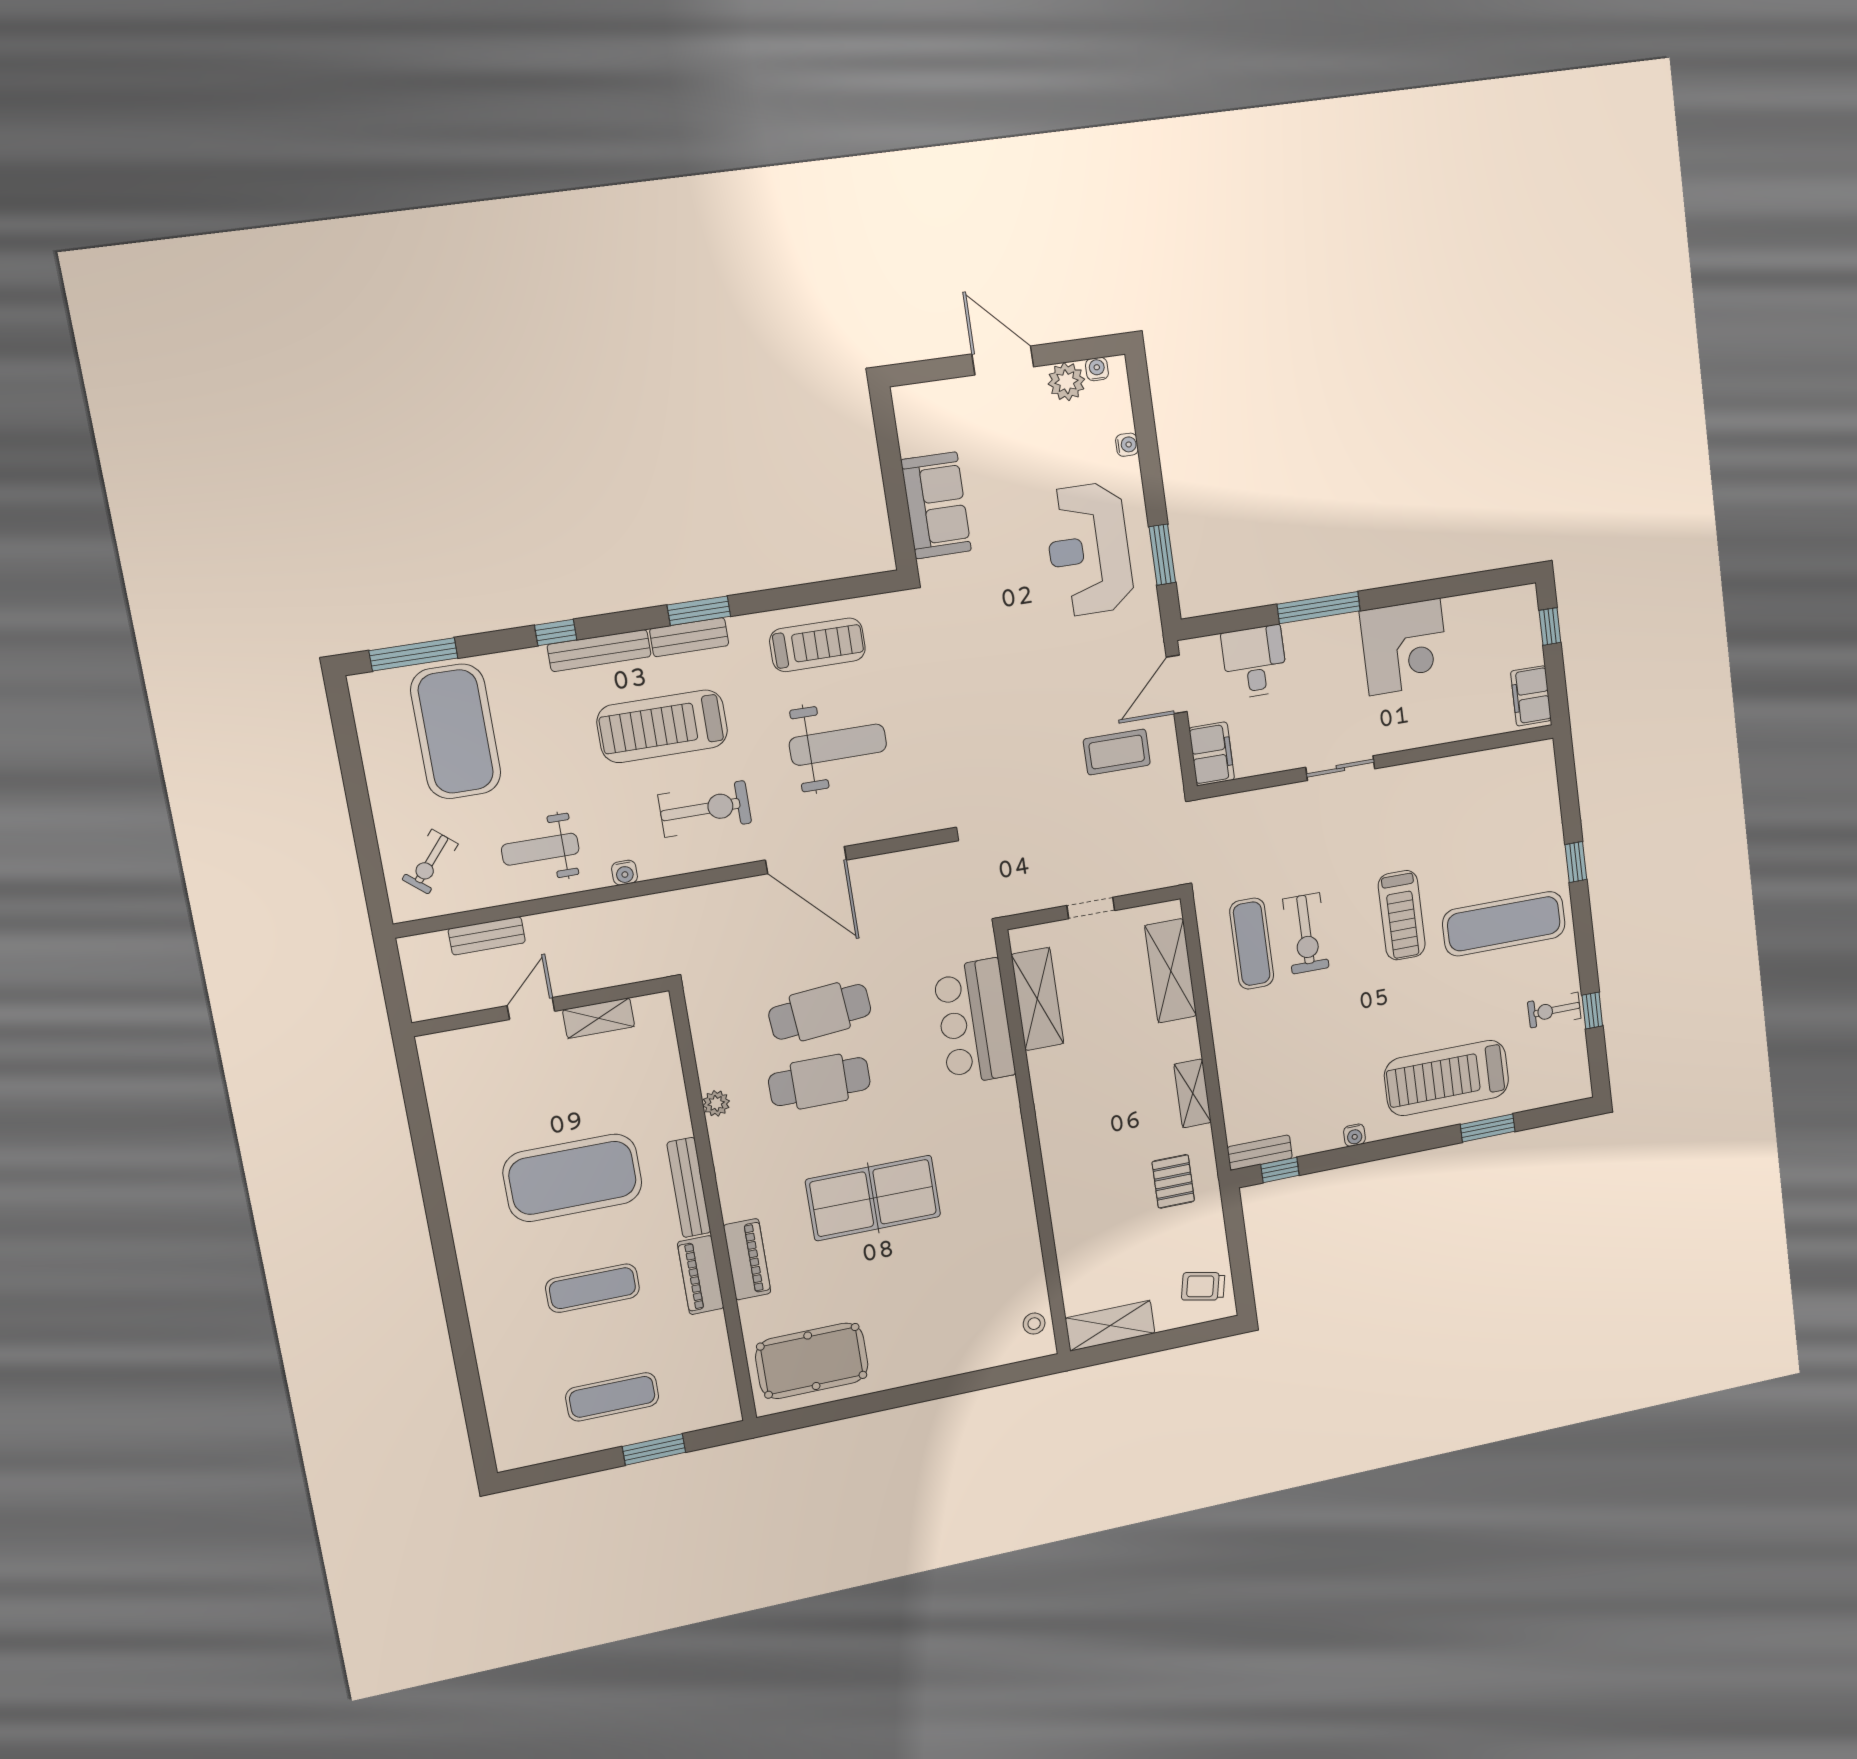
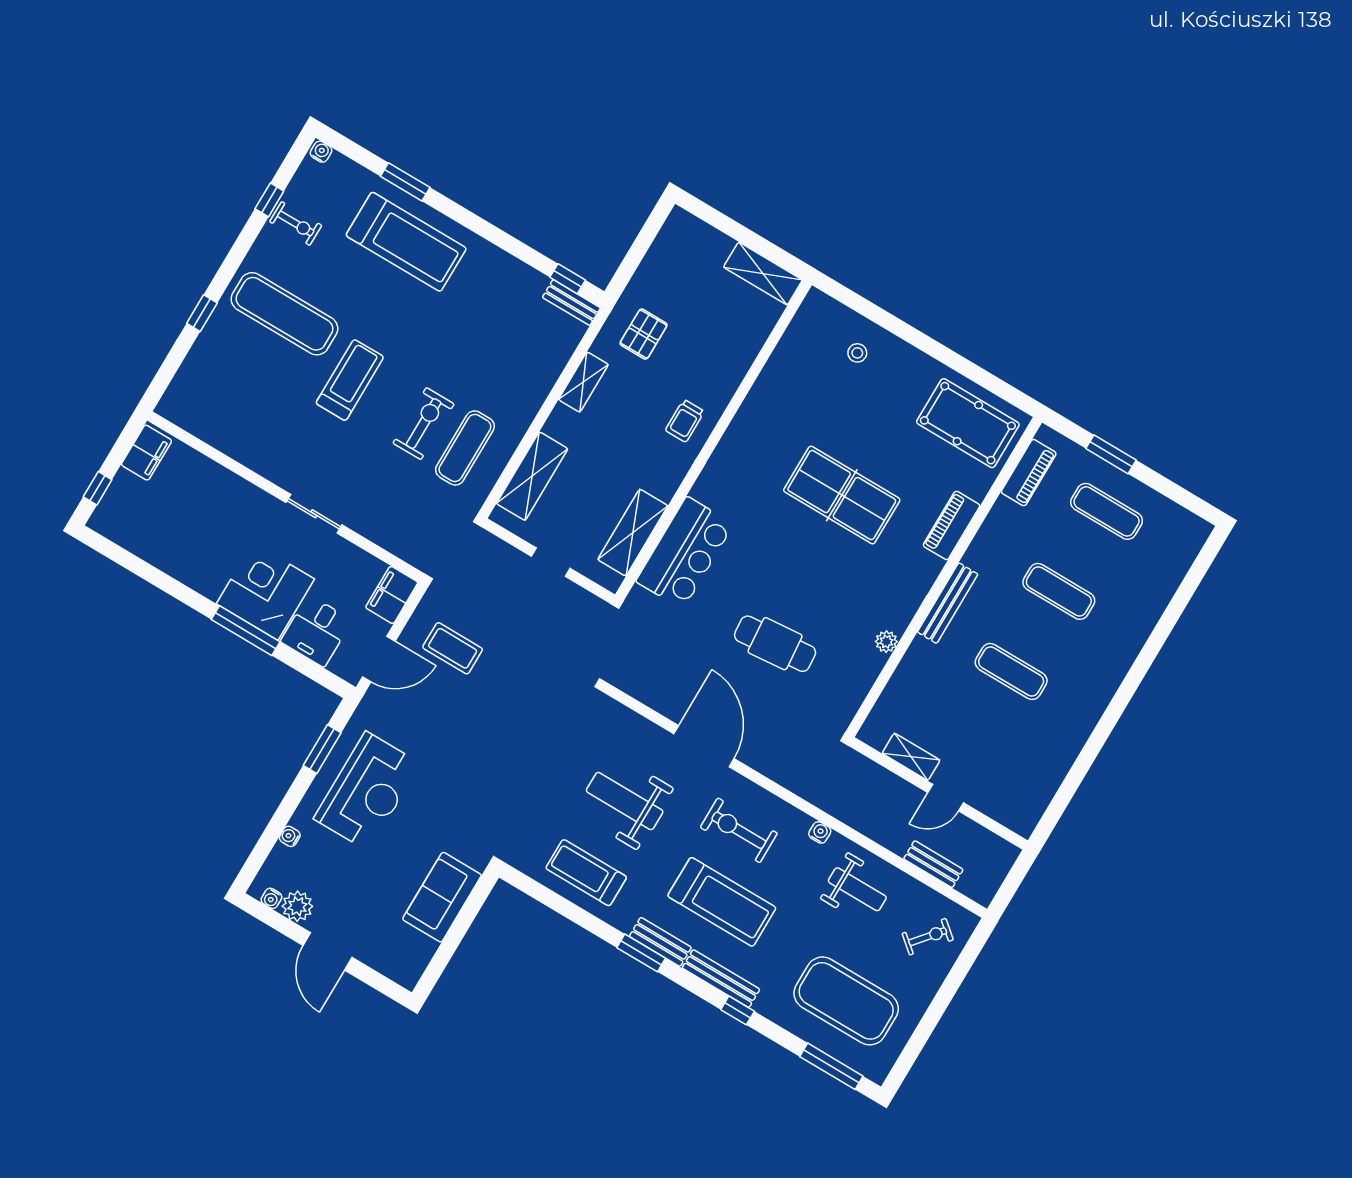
corner desk: (1405, 647) -> (265, 591), moved
exercise mat: (456, 731) -> (846, 1001), turned 90
cafe table: (819, 1082) -> (812, 600), removed
water cooler: (1354, 1135) -> (321, 152), moved
exercise mat: (573, 1178) -> (1011, 671), width x0.50, depth x0.69
piano: (701, 1275) -> (1029, 473), moved
trolley: (1203, 1286) -> (685, 421), moved, turned 78
stool: (1034, 1324) -> (857, 353), moved

